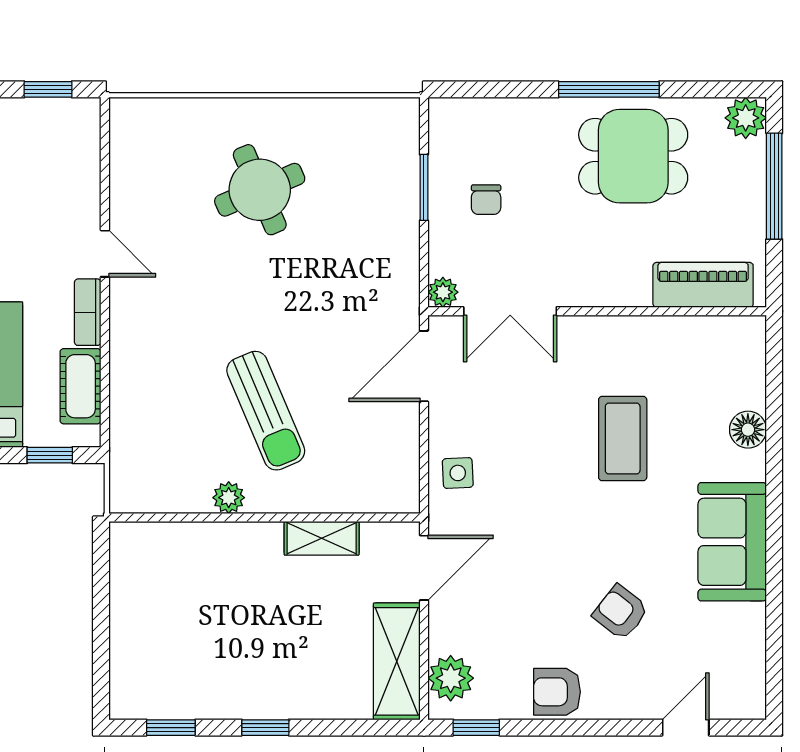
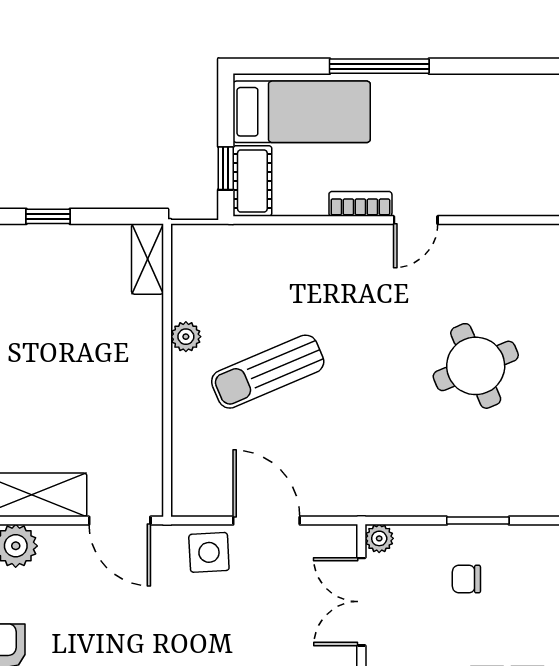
door: (424, 366) -> (266, 521), moved
cot: (81, 386) -> (252, 181), moved, turned 90
side table: (458, 473) -> (209, 552), width x1.37, depth x1.37
shelving: (322, 538) -> (148, 259), moved
window: (101, 644) -> (48, 216), added

